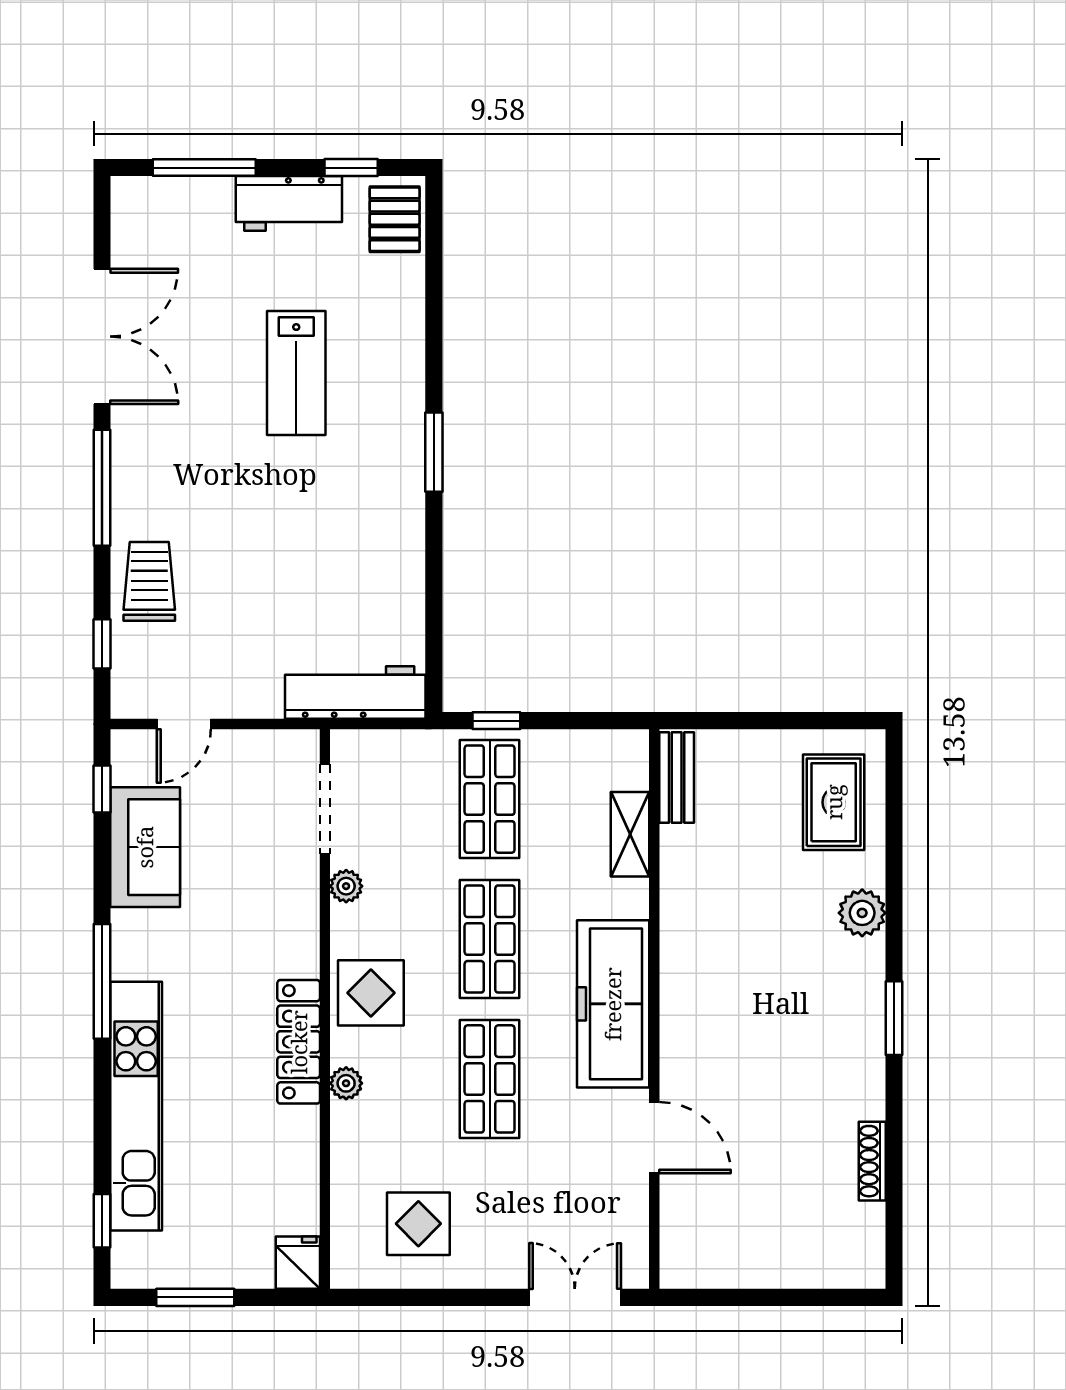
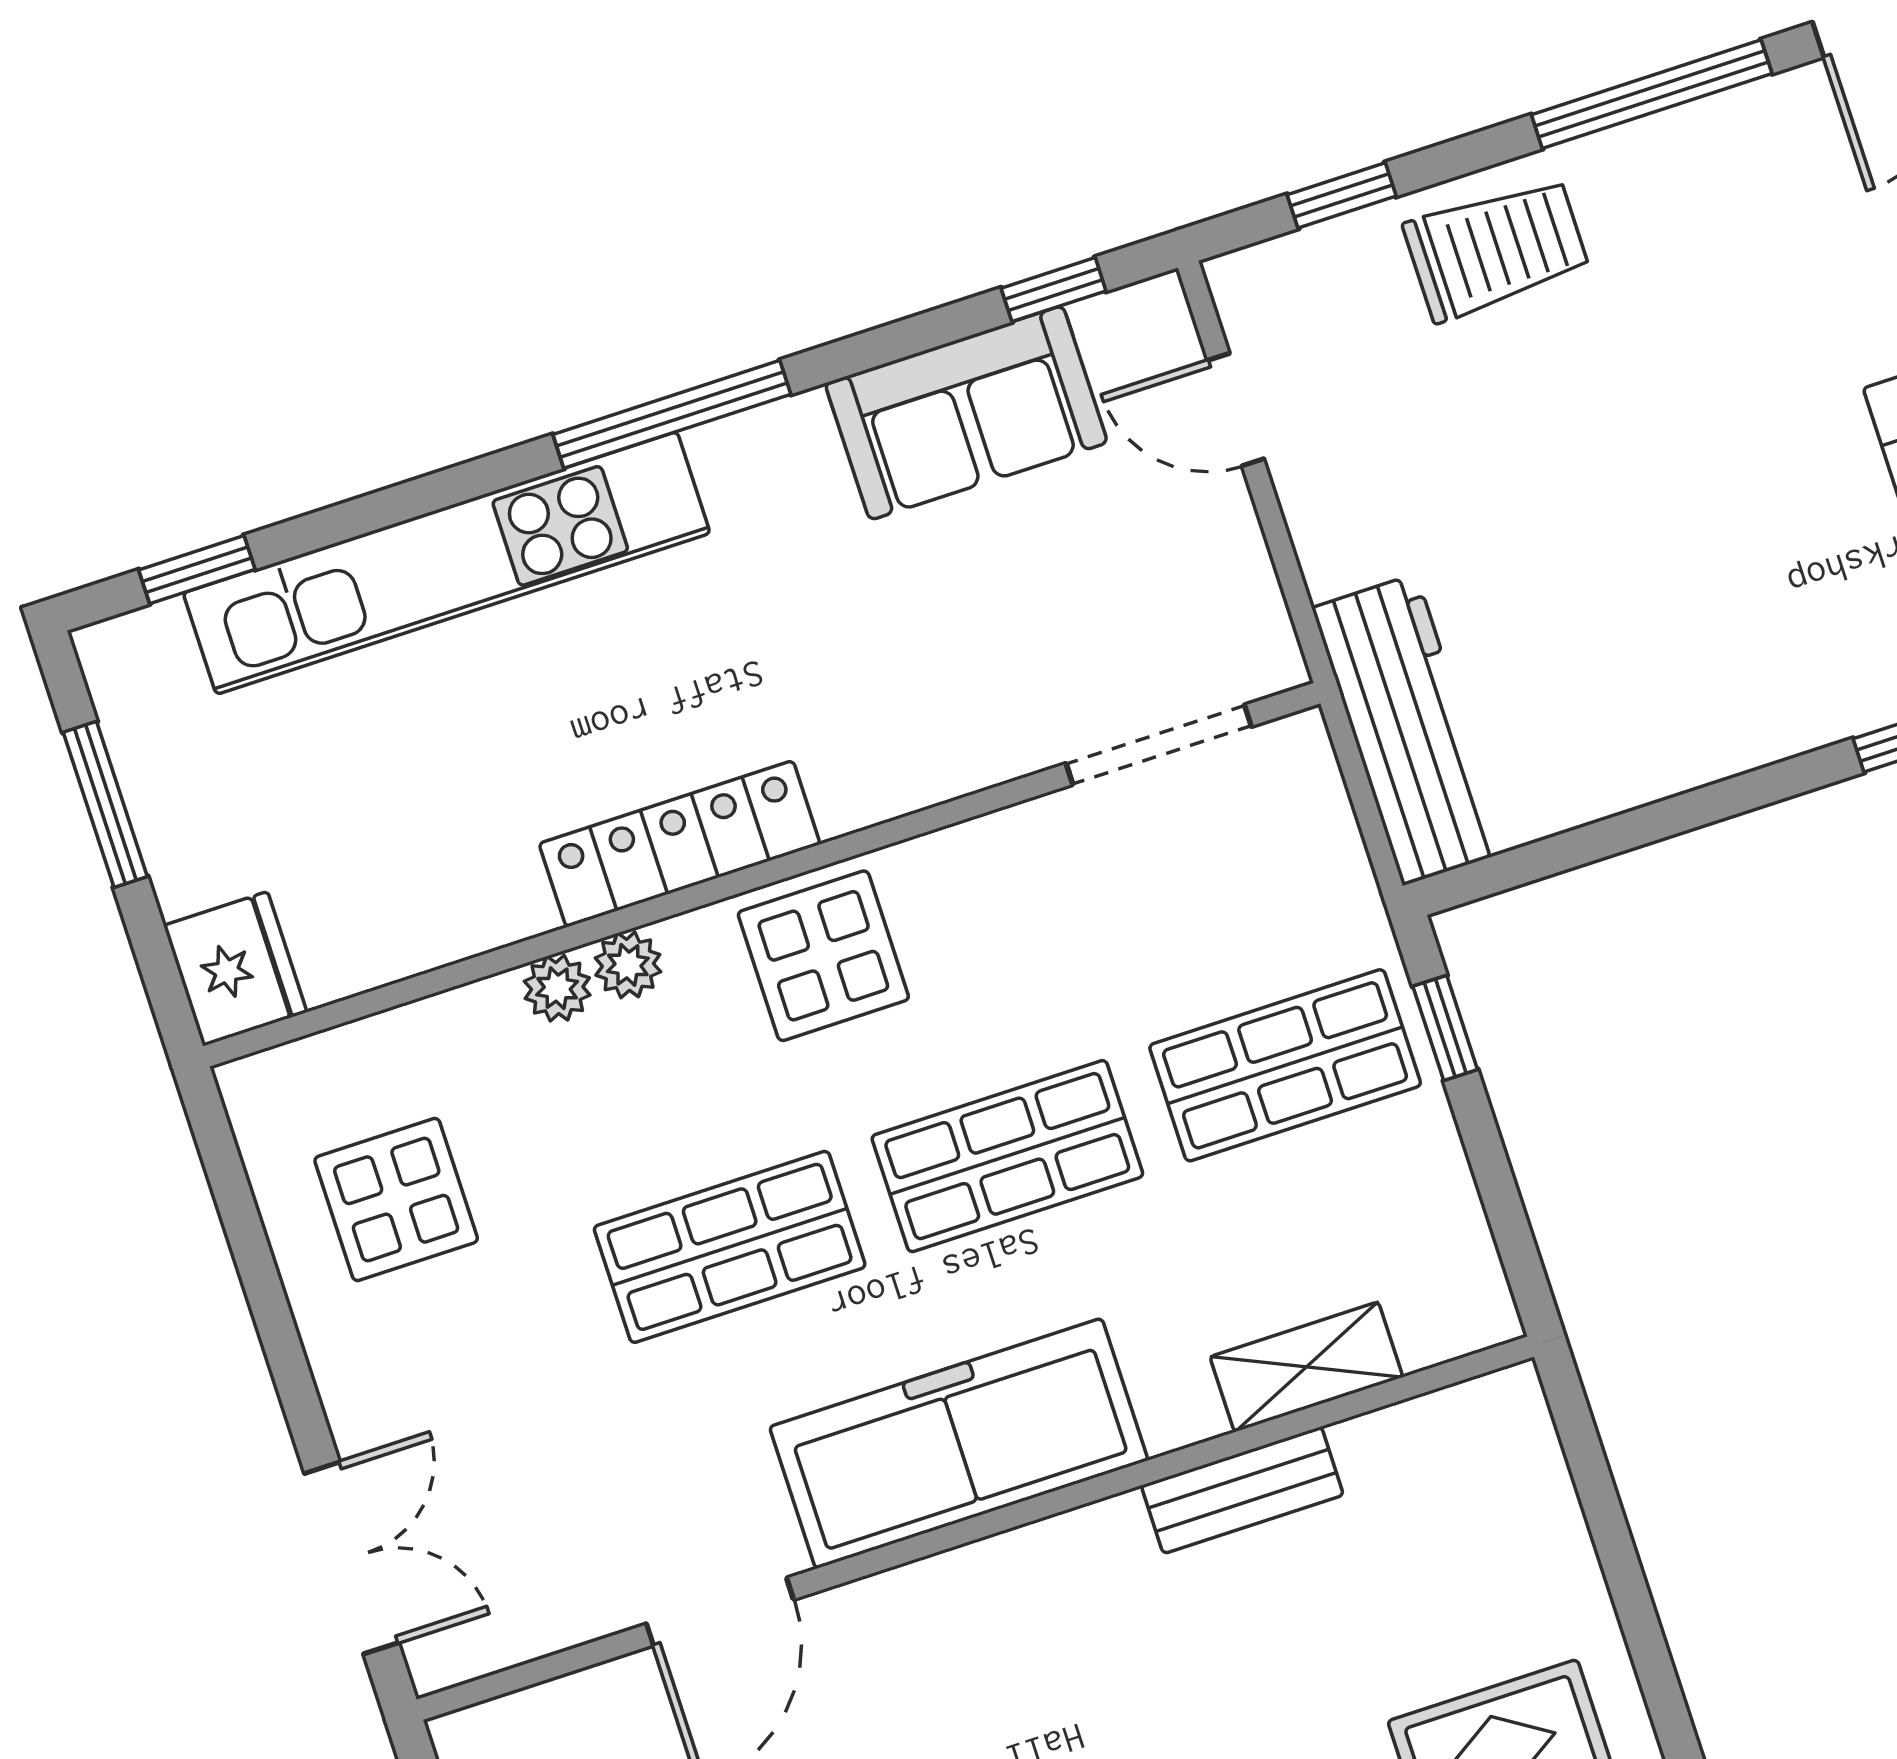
bench: (677, 777) -> (1242, 1490), moved
plant: (346, 886) -> (557, 988), moved
fridge: (298, 1263) -> (235, 969), width x1.38

